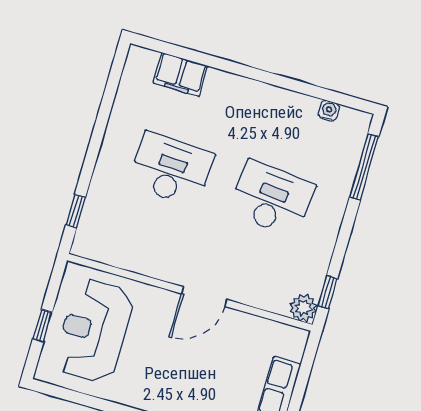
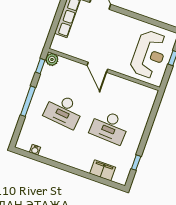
window: (364, 167) -> (28, 101), moved
window: (76, 211) -> (136, 163), moved
door: (204, 297) -> (97, 67), swing flipped

